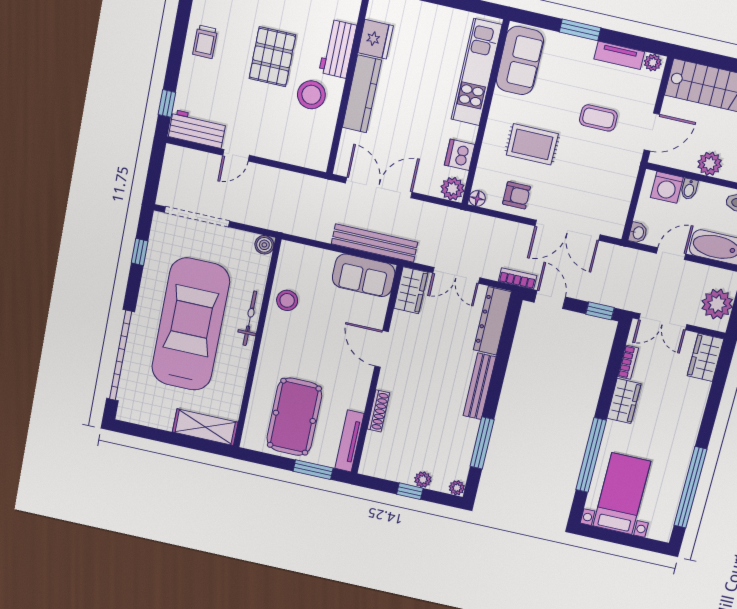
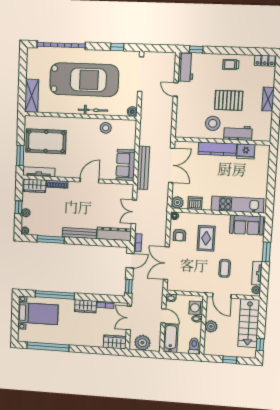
wardrobe: (411, 290) -> (35, 186), moved

